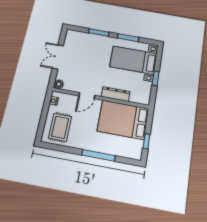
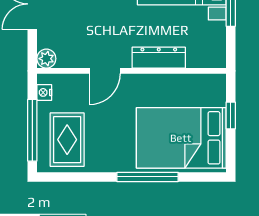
window: (43, 119) -> (32, 130), added
bed: (123, 120) -> (181, 138), moved
window: (146, 141) -> (231, 115), moved

